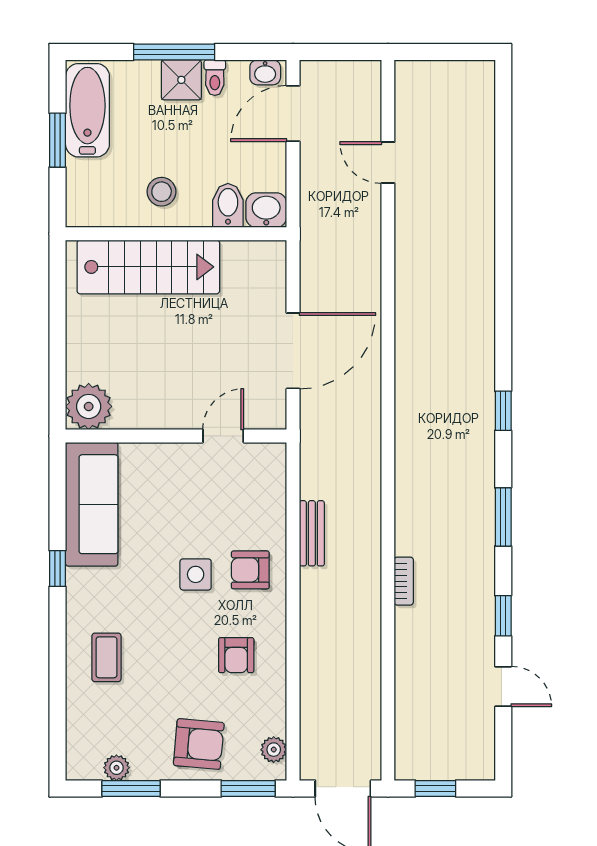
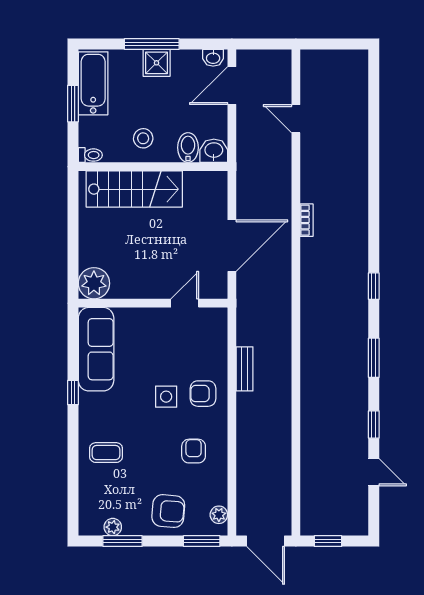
toilet: (215, 78) -> (90, 155), moved, turned -90
bookcase: (404, 581) -> (307, 220), moved
armchair: (236, 655) -> (194, 451), turned 180
coffee table: (106, 657) -> (106, 453), turned 90

